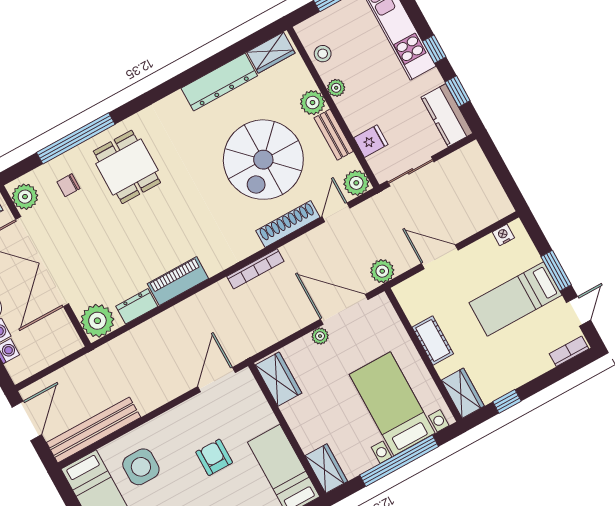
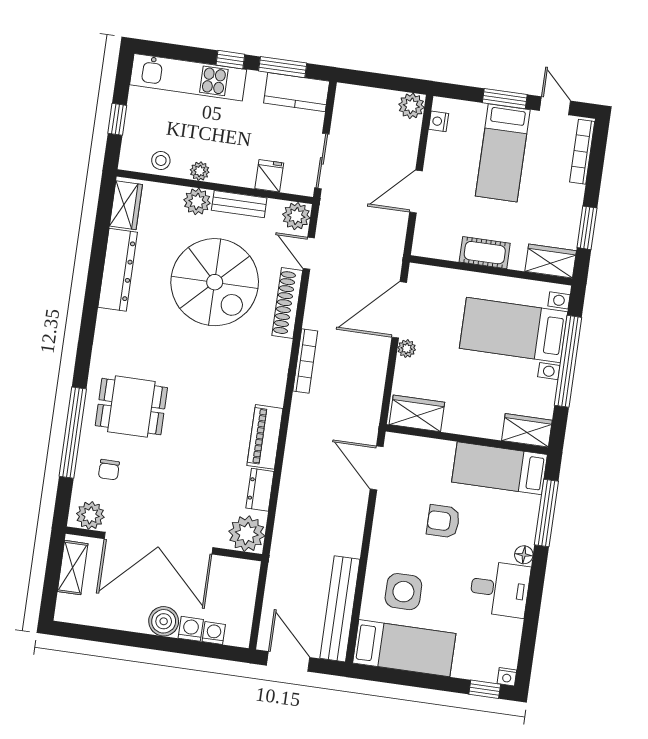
window: (458, 91) -> (283, 67), width x1.50
plant: (382, 271) -> (411, 106), moved
bookcase: (569, 351) -> (582, 152), width x1.56
window: (507, 401) -> (587, 228), width x1.50

